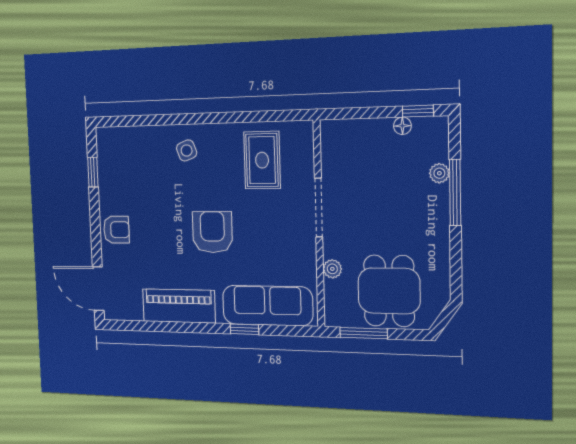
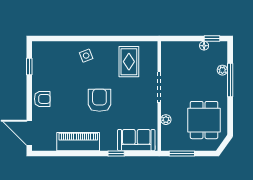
dining table: (389, 291) -> (204, 120), moved
sofa: (267, 306) -> (136, 140), width x0.73

